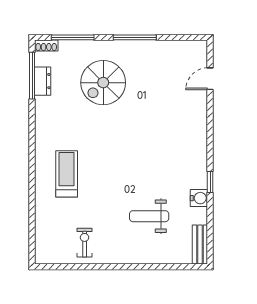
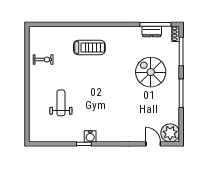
plant: (194, 54) -> (170, 133), added
water cooler: (199, 198) -> (90, 136), moved
bench: (200, 245) -> (42, 137), removed

